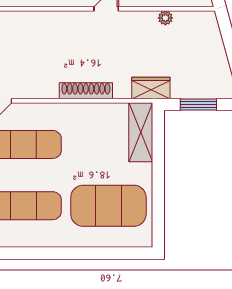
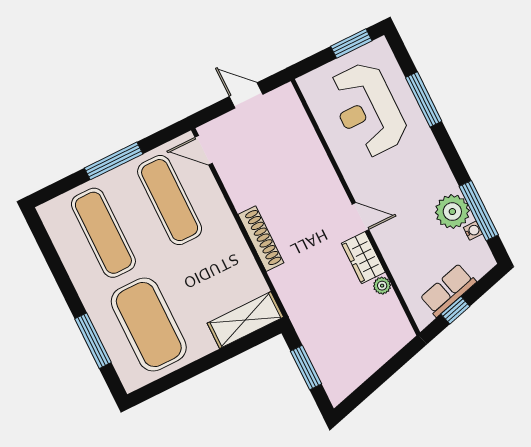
wardrobe: (151, 88) -> (363, 258), moved, turned 180
window: (100, 253) -> (93, 341), added

